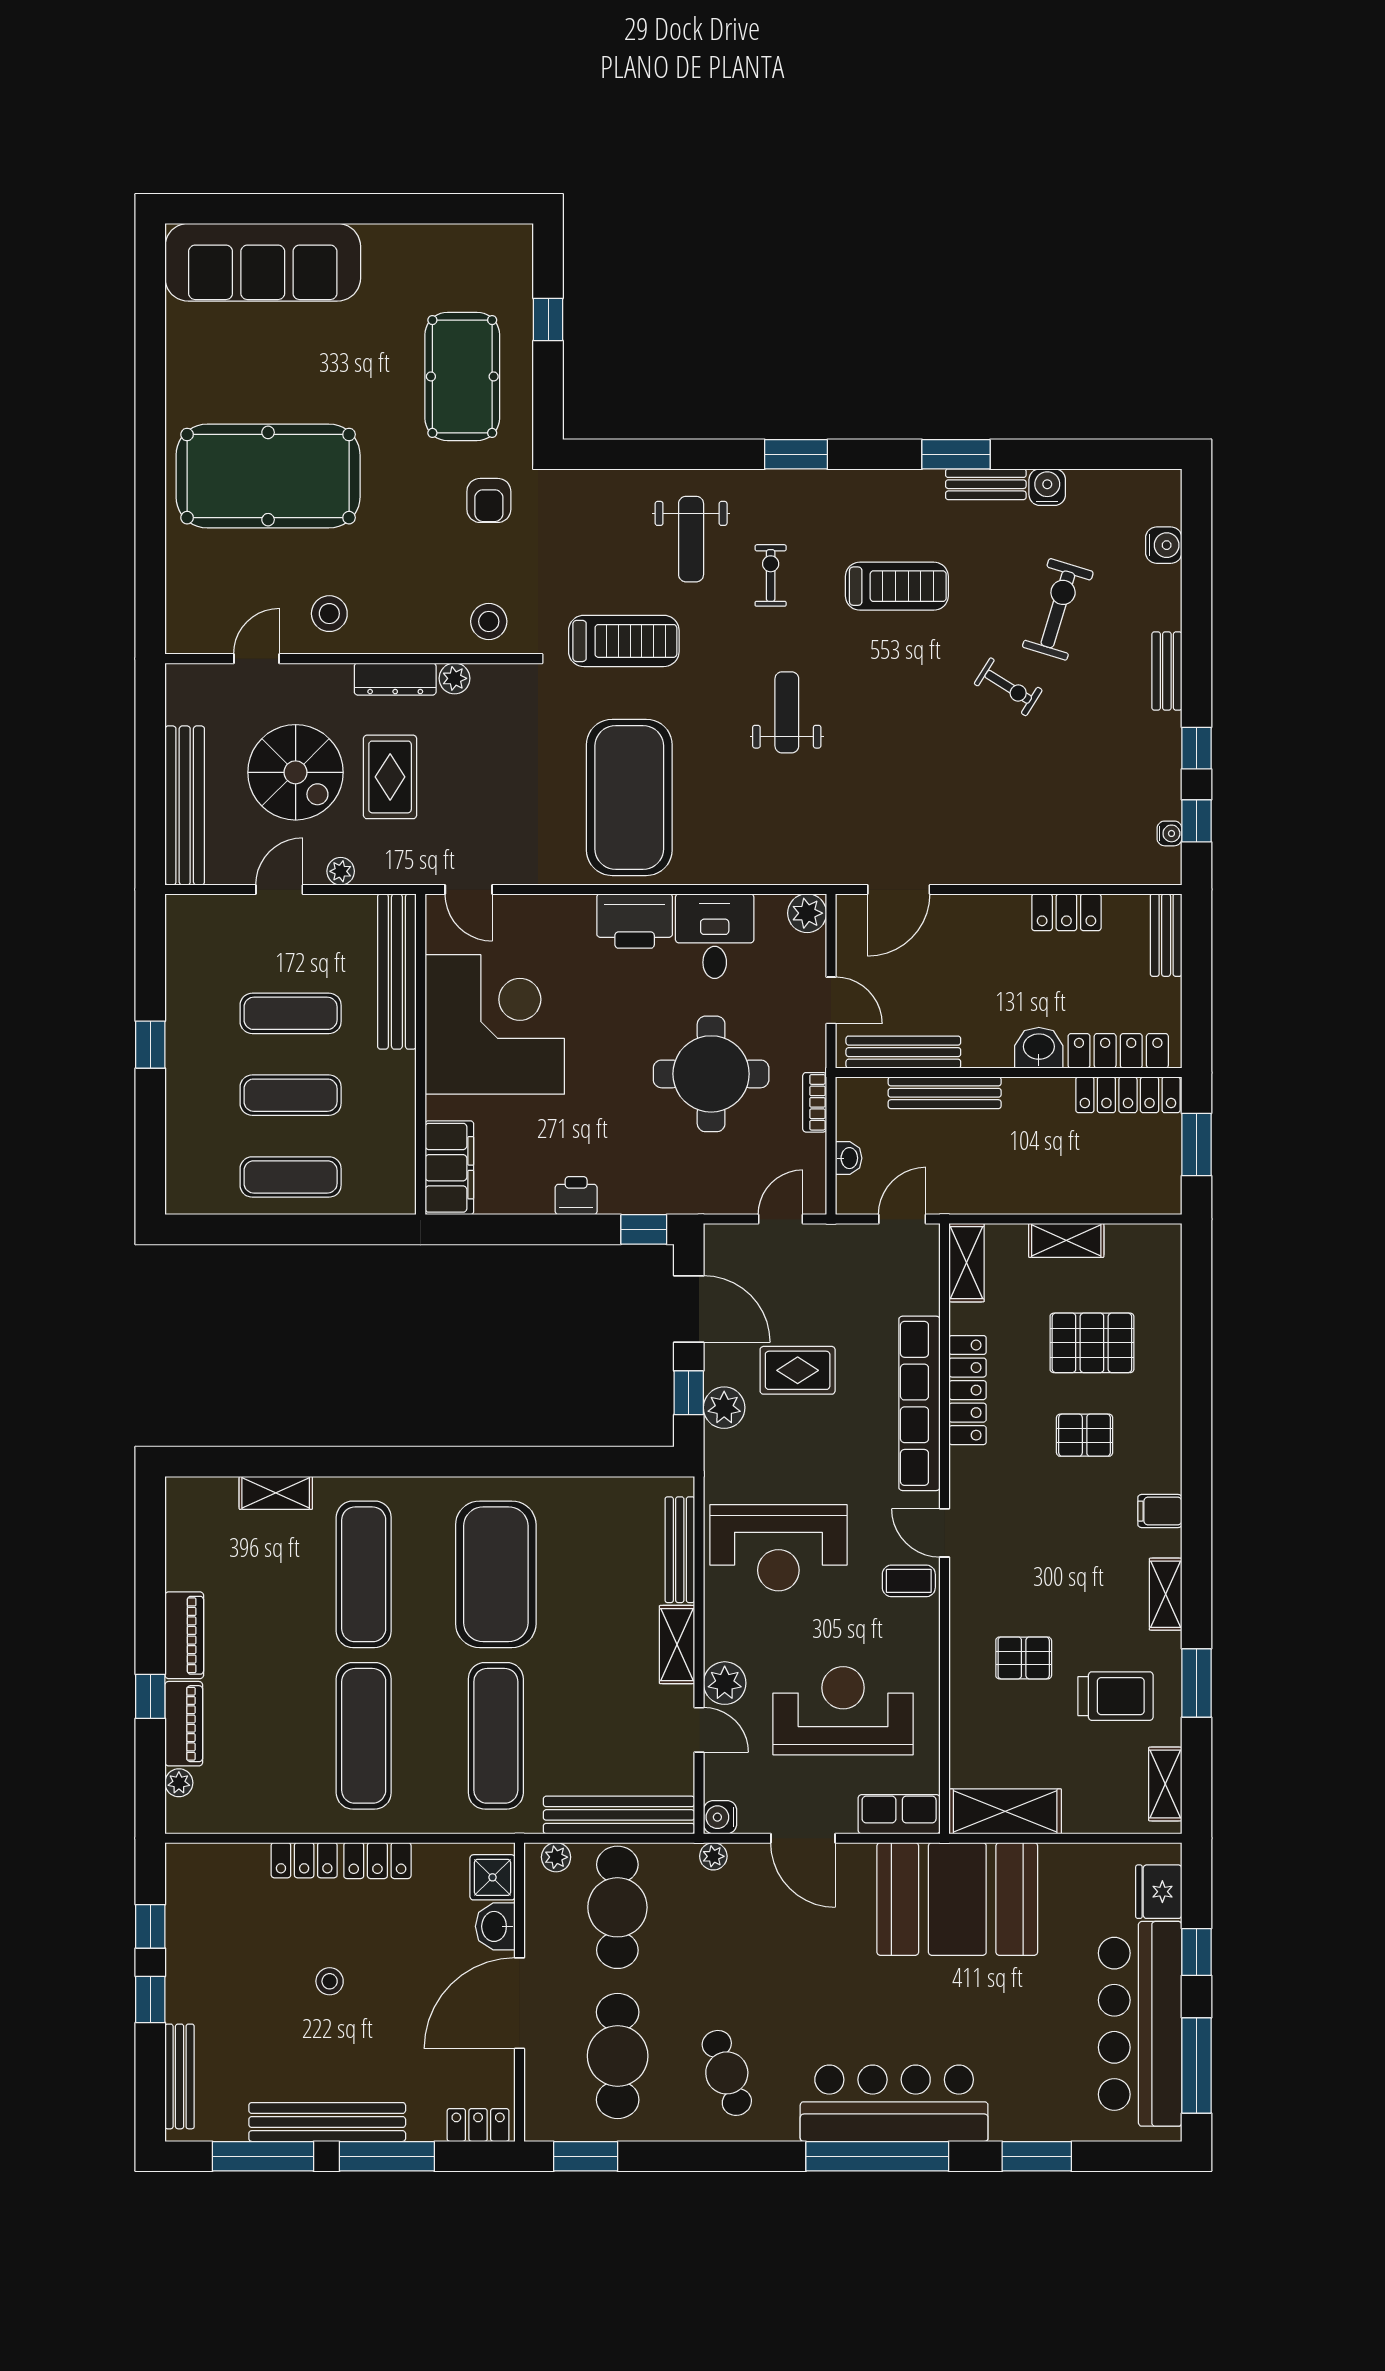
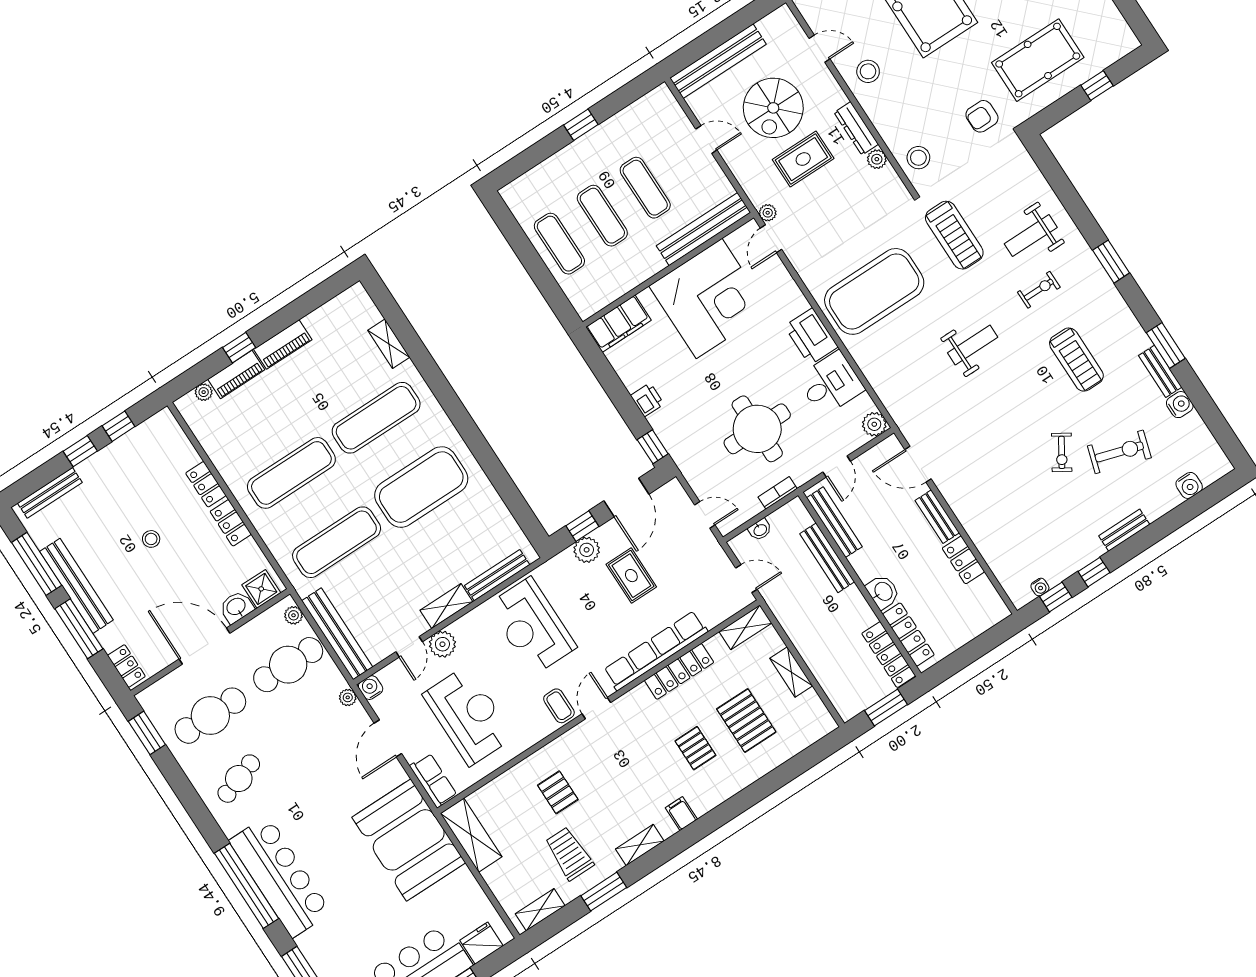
plant: (341, 871) -> (768, 213), moved
bench: (1166, 935) -> (937, 517), moved, turned 90
trolley: (1115, 1696) -> (569, 854), turned 180

